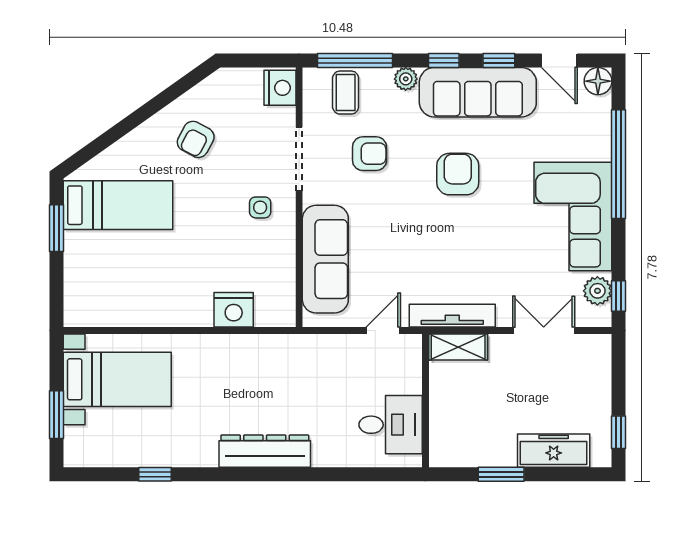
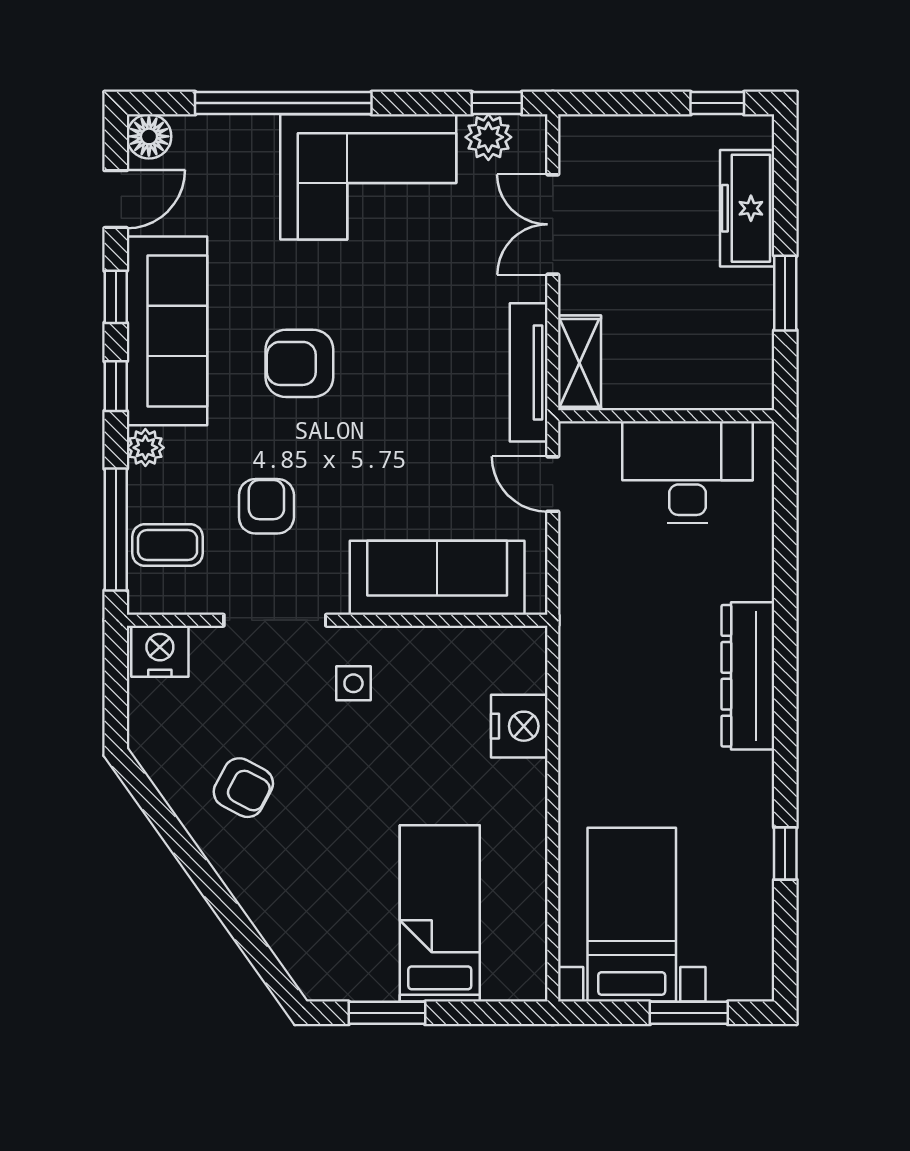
bed: (118, 205) -> (440, 913), moved
desk: (391, 425) -> (688, 472), width x1.37

